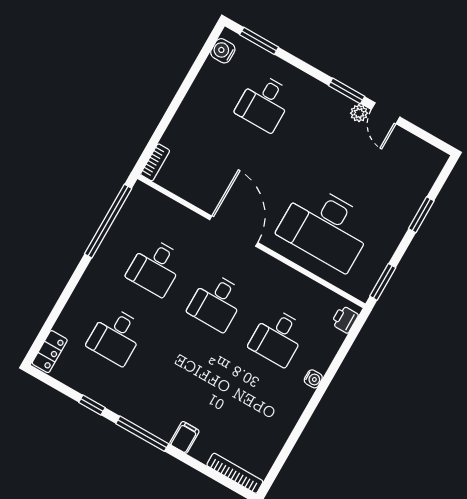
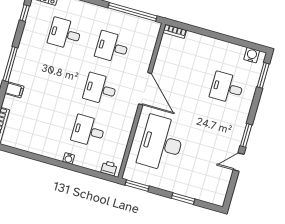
plant: (359, 113) -> (235, 146), removed
door: (234, 231) -> (145, 89), hinge flipped
window: (92, 405) -> (25, 13), moved

